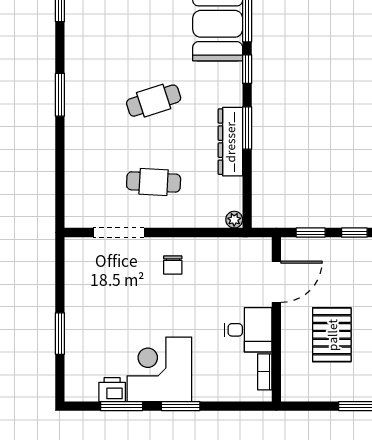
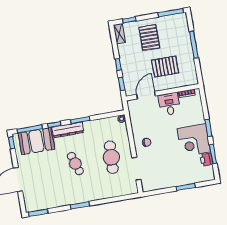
dresser: (230, 142) -> (68, 130), moved
cafe table: (154, 182) -> (111, 157), width x1.37, depth x1.35
door: (276, 282) -> (146, 95), hinge flipped

